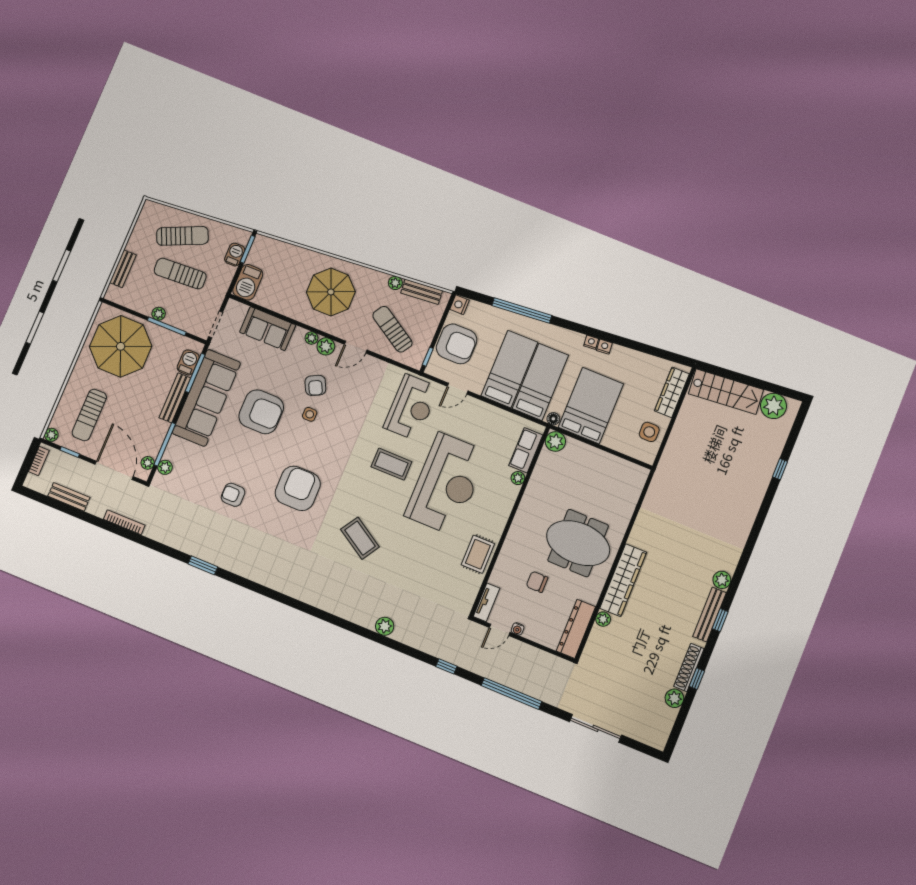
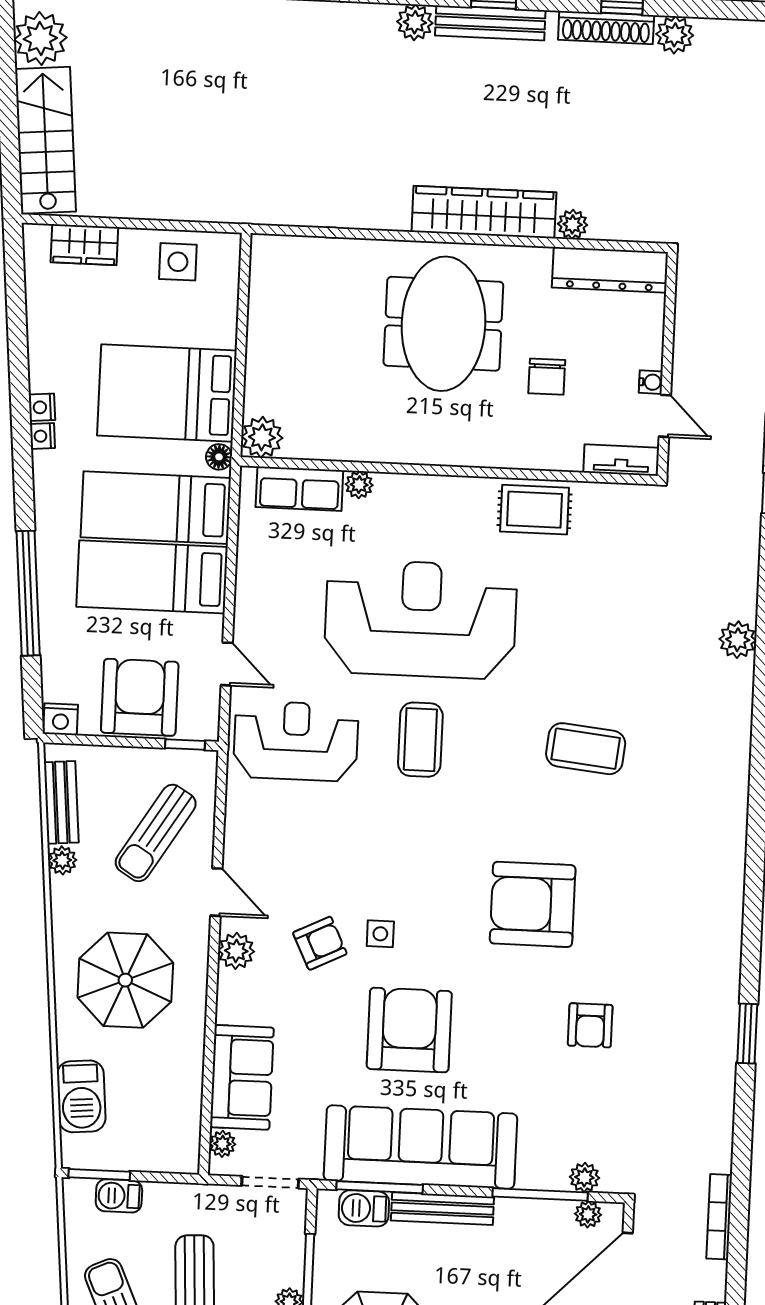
barbecue: (248, 282) -> (81, 1096), moved, turned 85
plant: (311, 338) -> (222, 1144), moved
wardrobe: (672, 392) -> (84, 245), width x0.67
coffee table: (360, 538) -> (586, 749), turned 64

